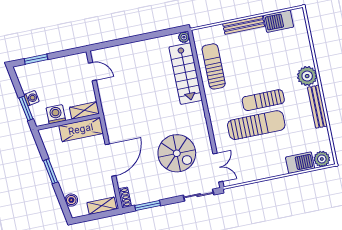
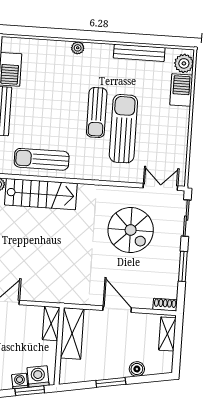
plant: (307, 76) -> (78, 48), width x0.53, depth x0.53
bench: (317, 107) -> (139, 53), moved
washing machine: (56, 114) -> (38, 377), moved, turned 80
spiral stairs: (177, 153) -> (131, 230), turned 90
door: (111, 160) -> (117, 309), width x0.73
boiler: (71, 200) -> (137, 369), moved
window: (148, 206) -> (183, 266), moved

